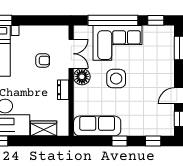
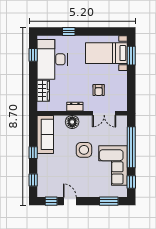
corner sofa: (117, 43) -> (113, 166), moved
floor lamp: (82, 77) -> (72, 122), moved

